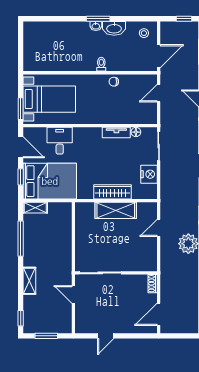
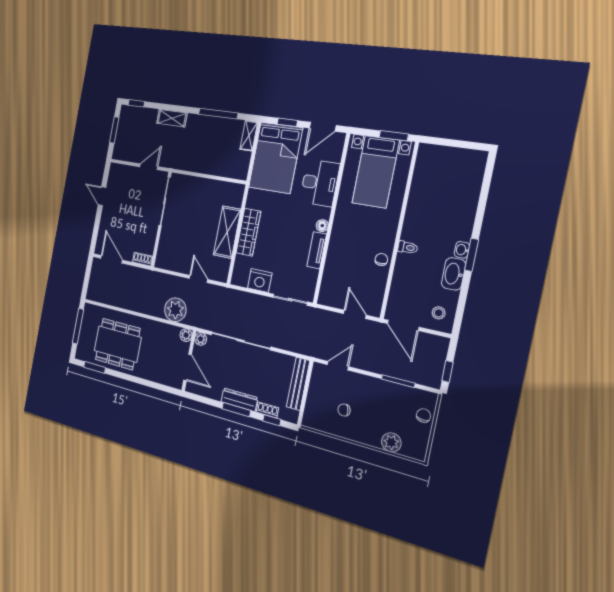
window: (21, 109) -> (394, 136), moved
floor lamp: (136, 132) -> (322, 226), moved
desk: (60, 141) -> (320, 183), width x1.37

